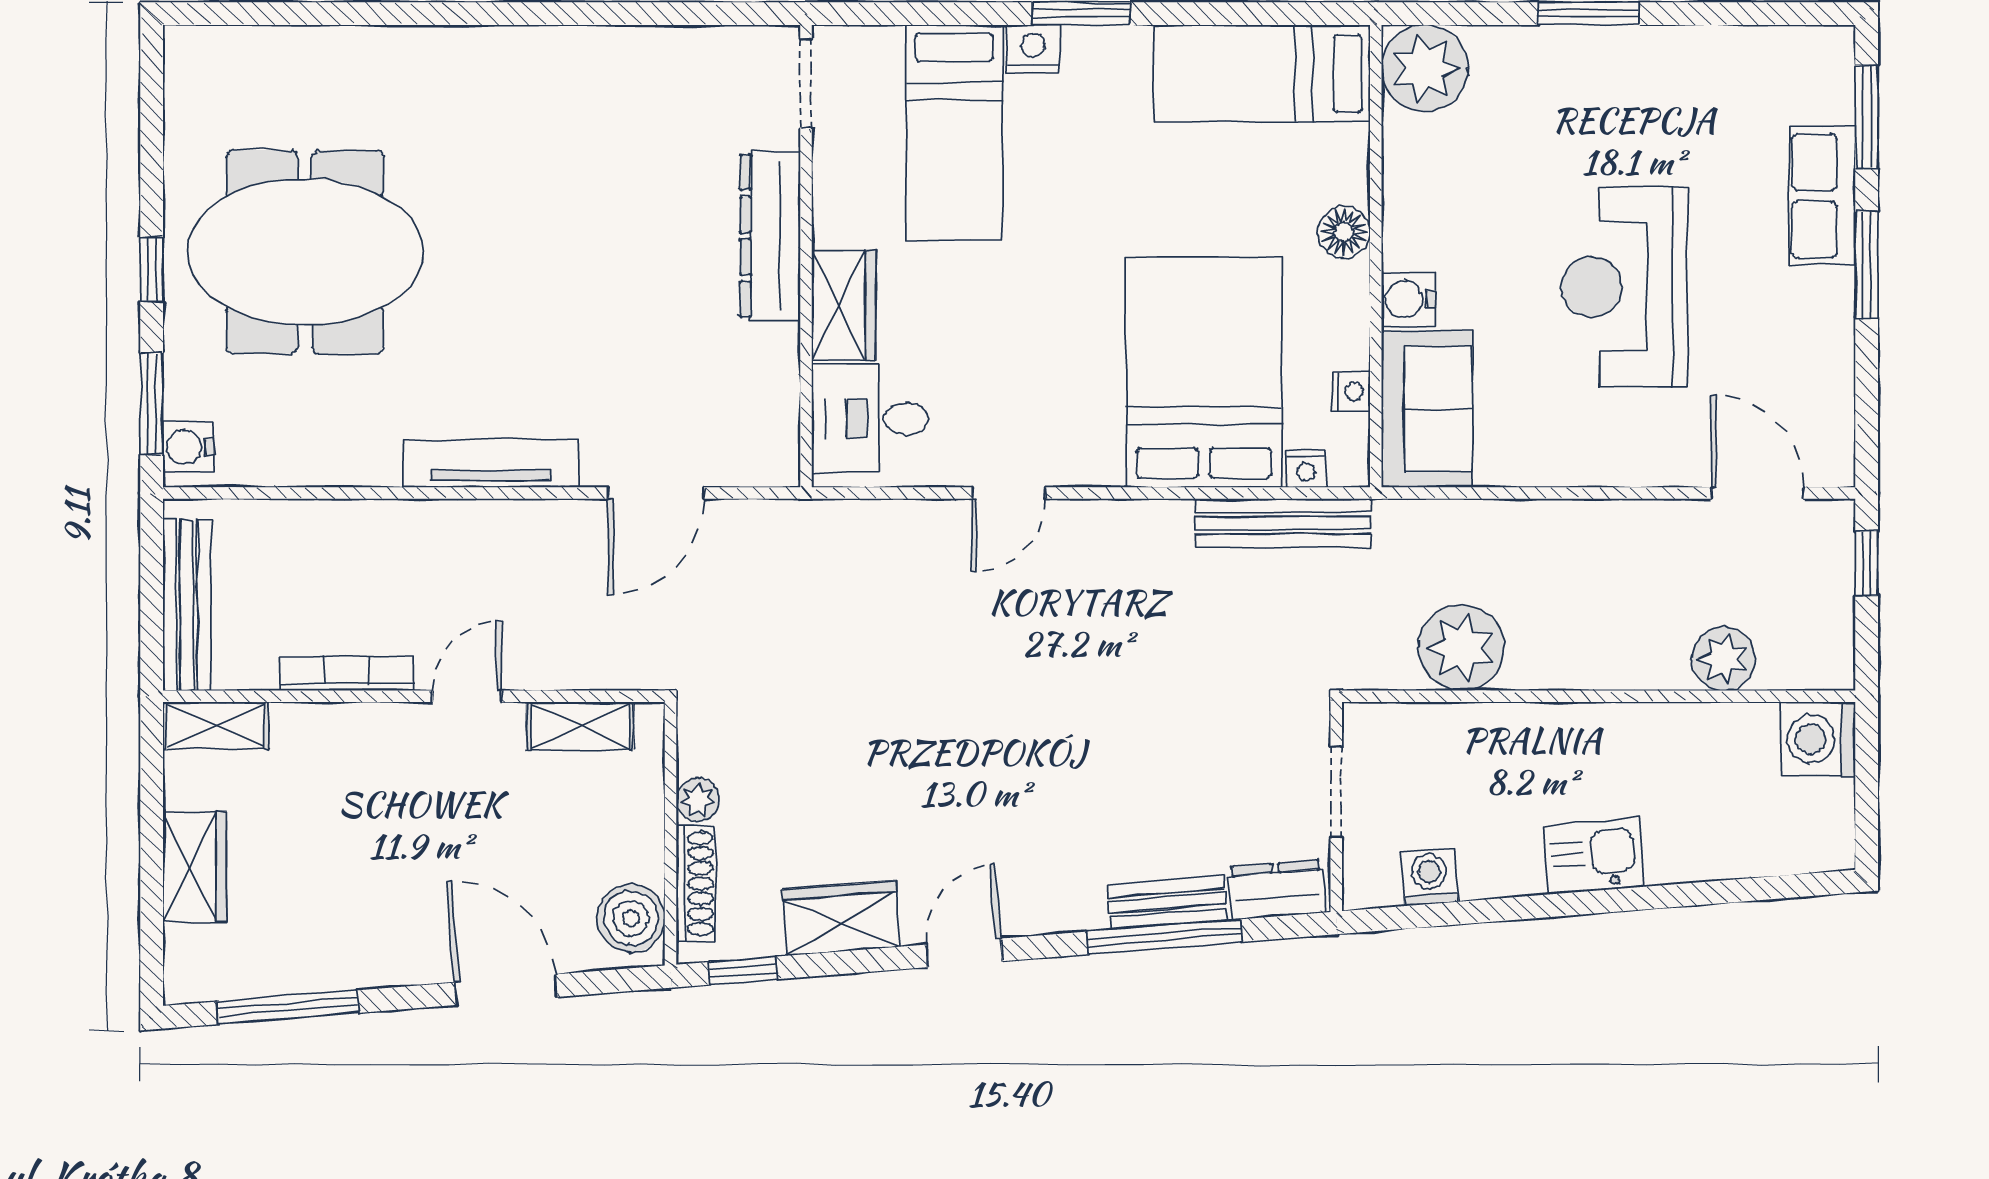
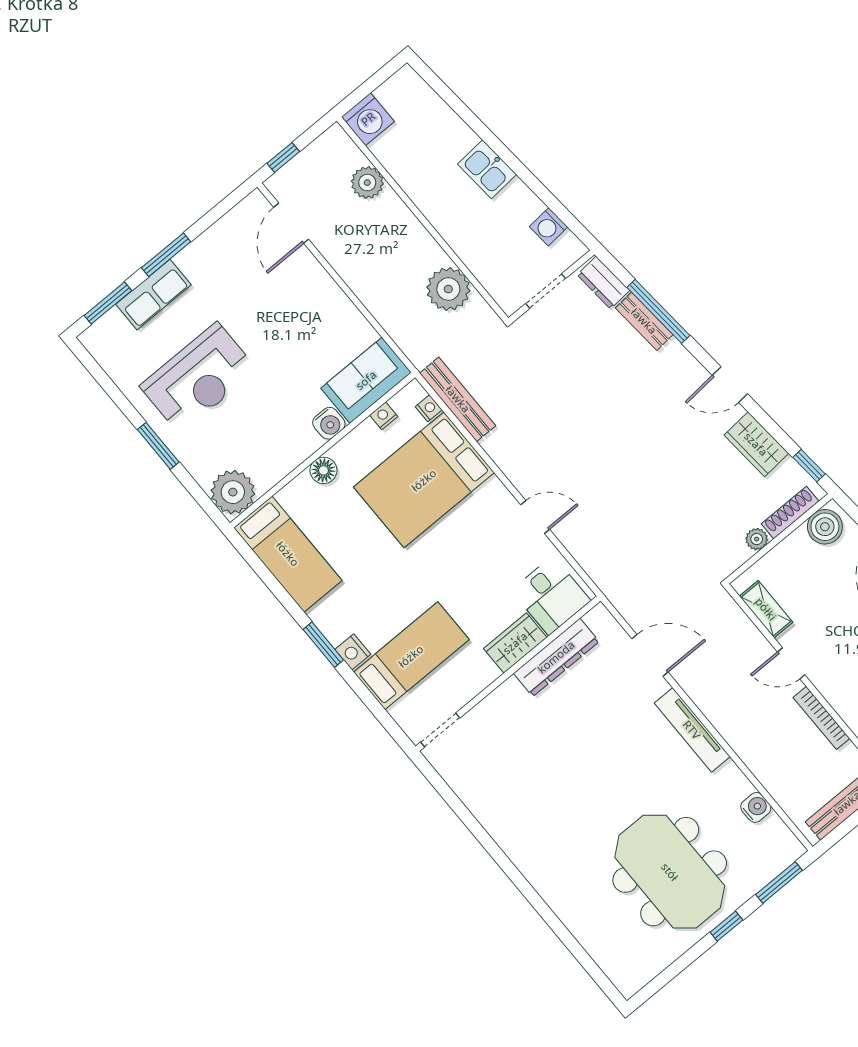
dresser: (770, 236) -> (556, 657), moved
reception desk: (1625, 287) -> (198, 378), moved
water cooler: (188, 447) -> (756, 807), moved, turned -90

